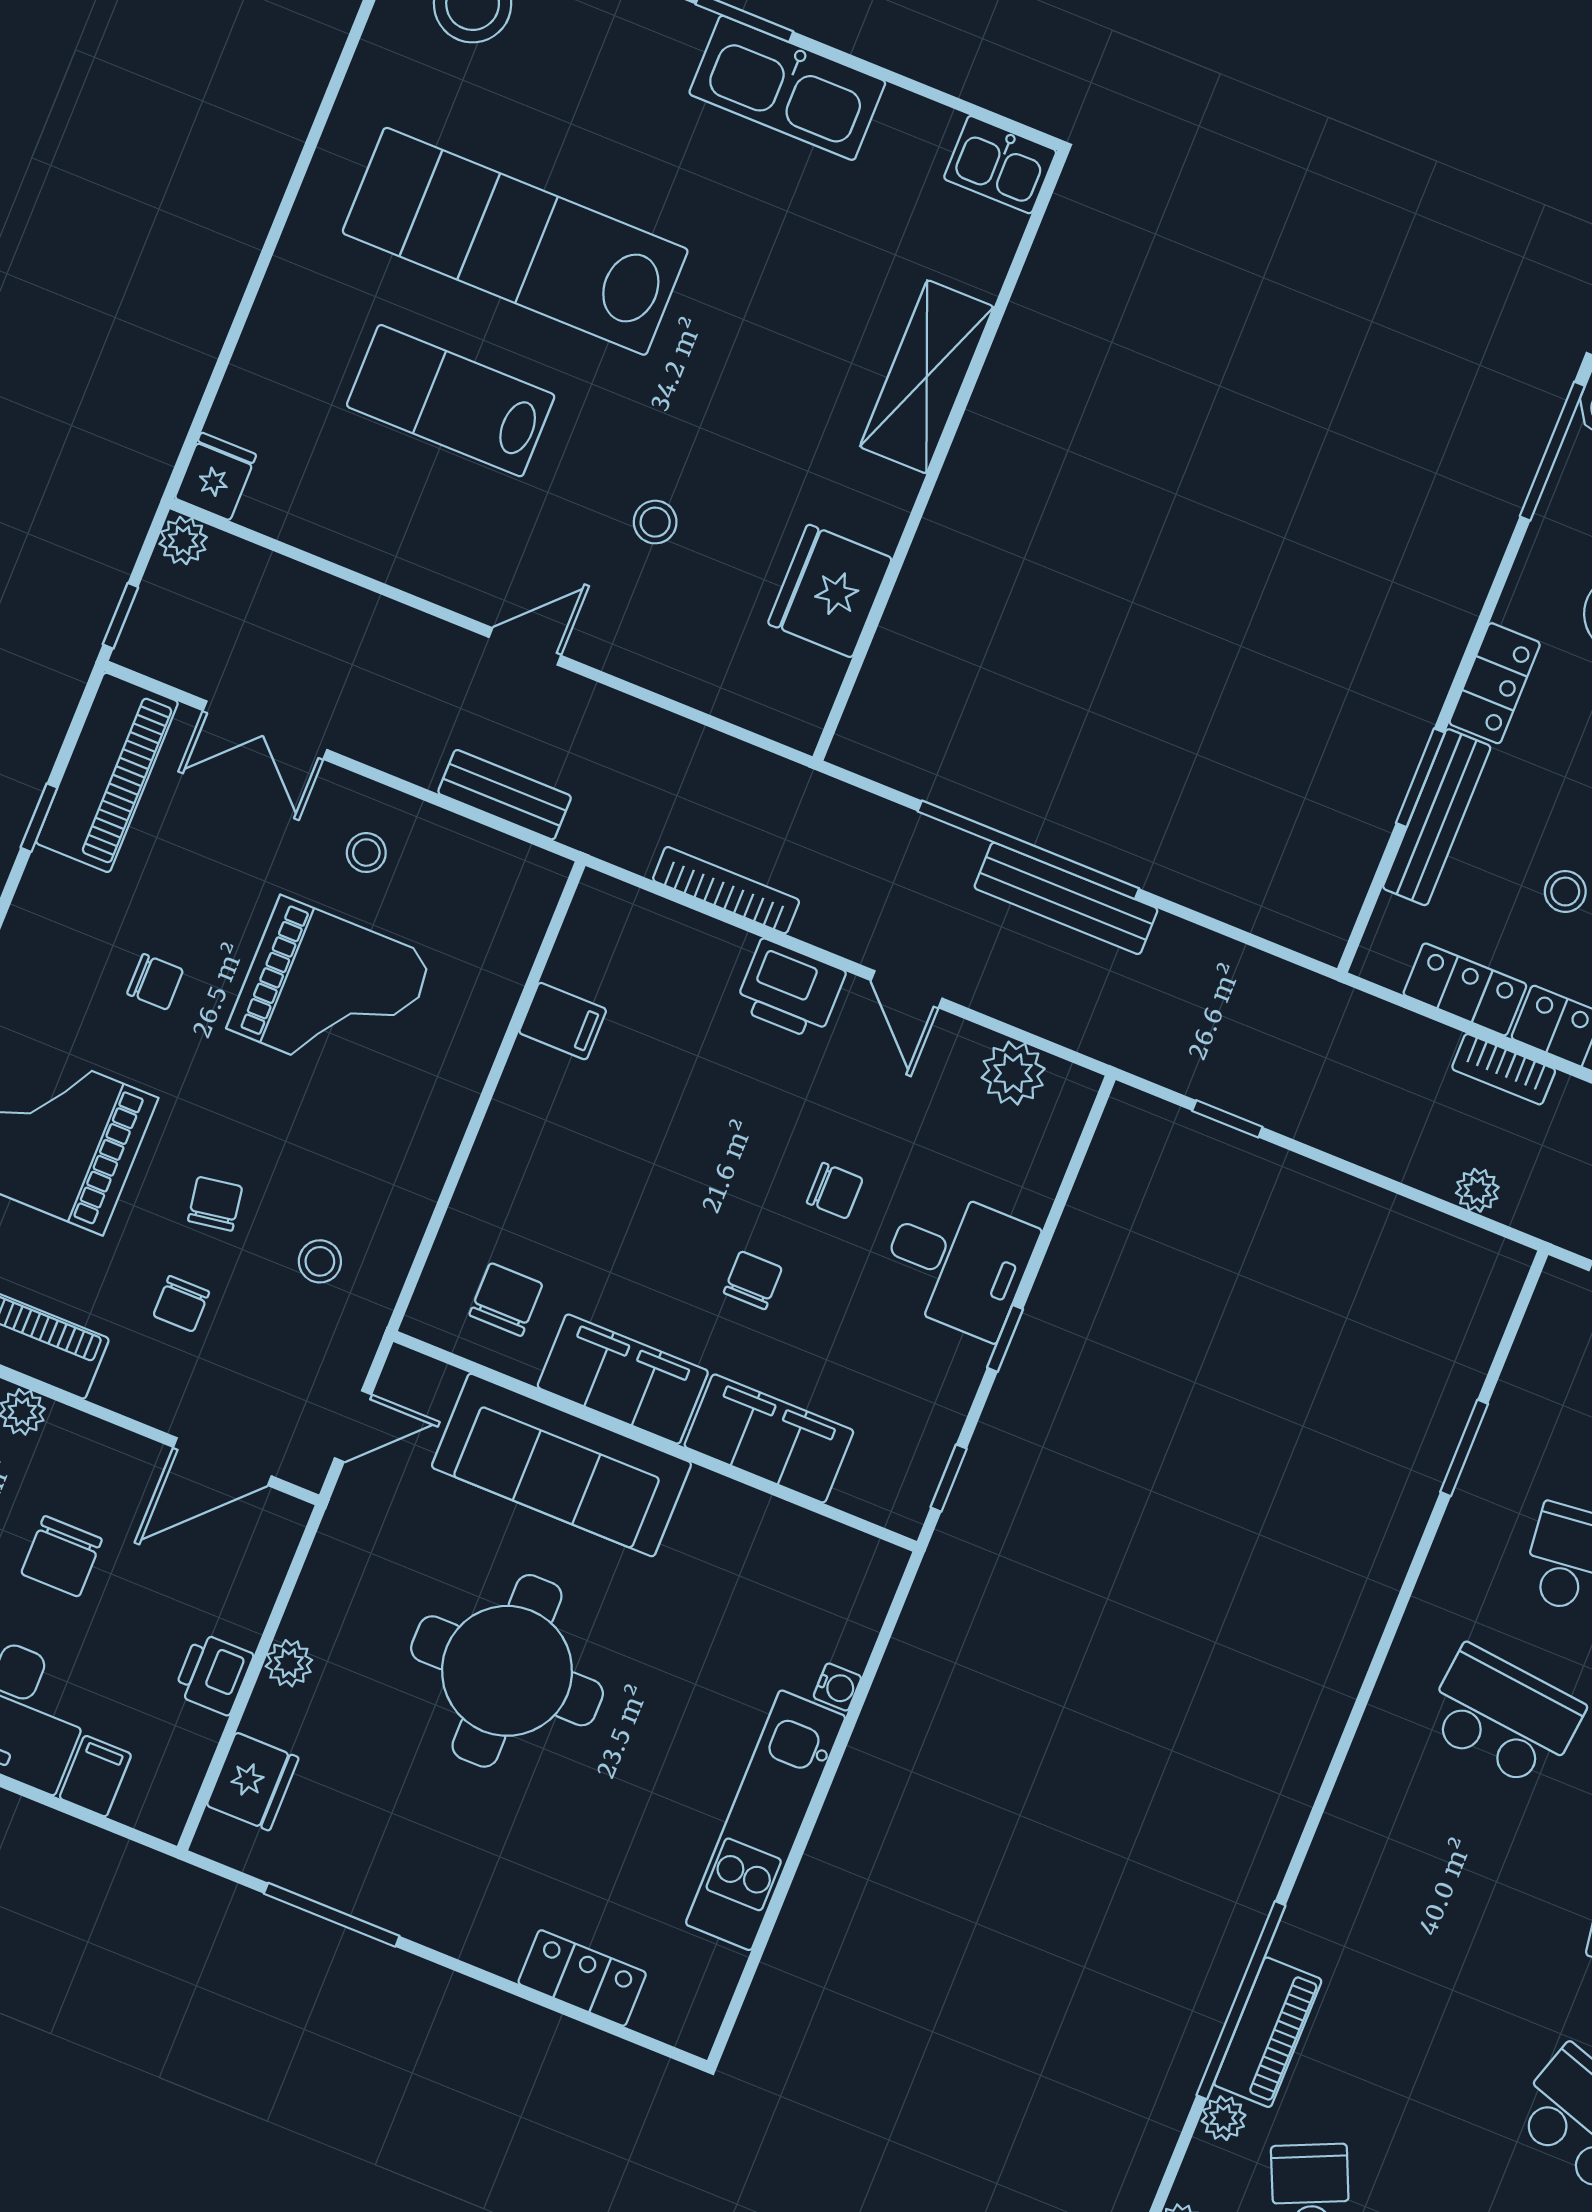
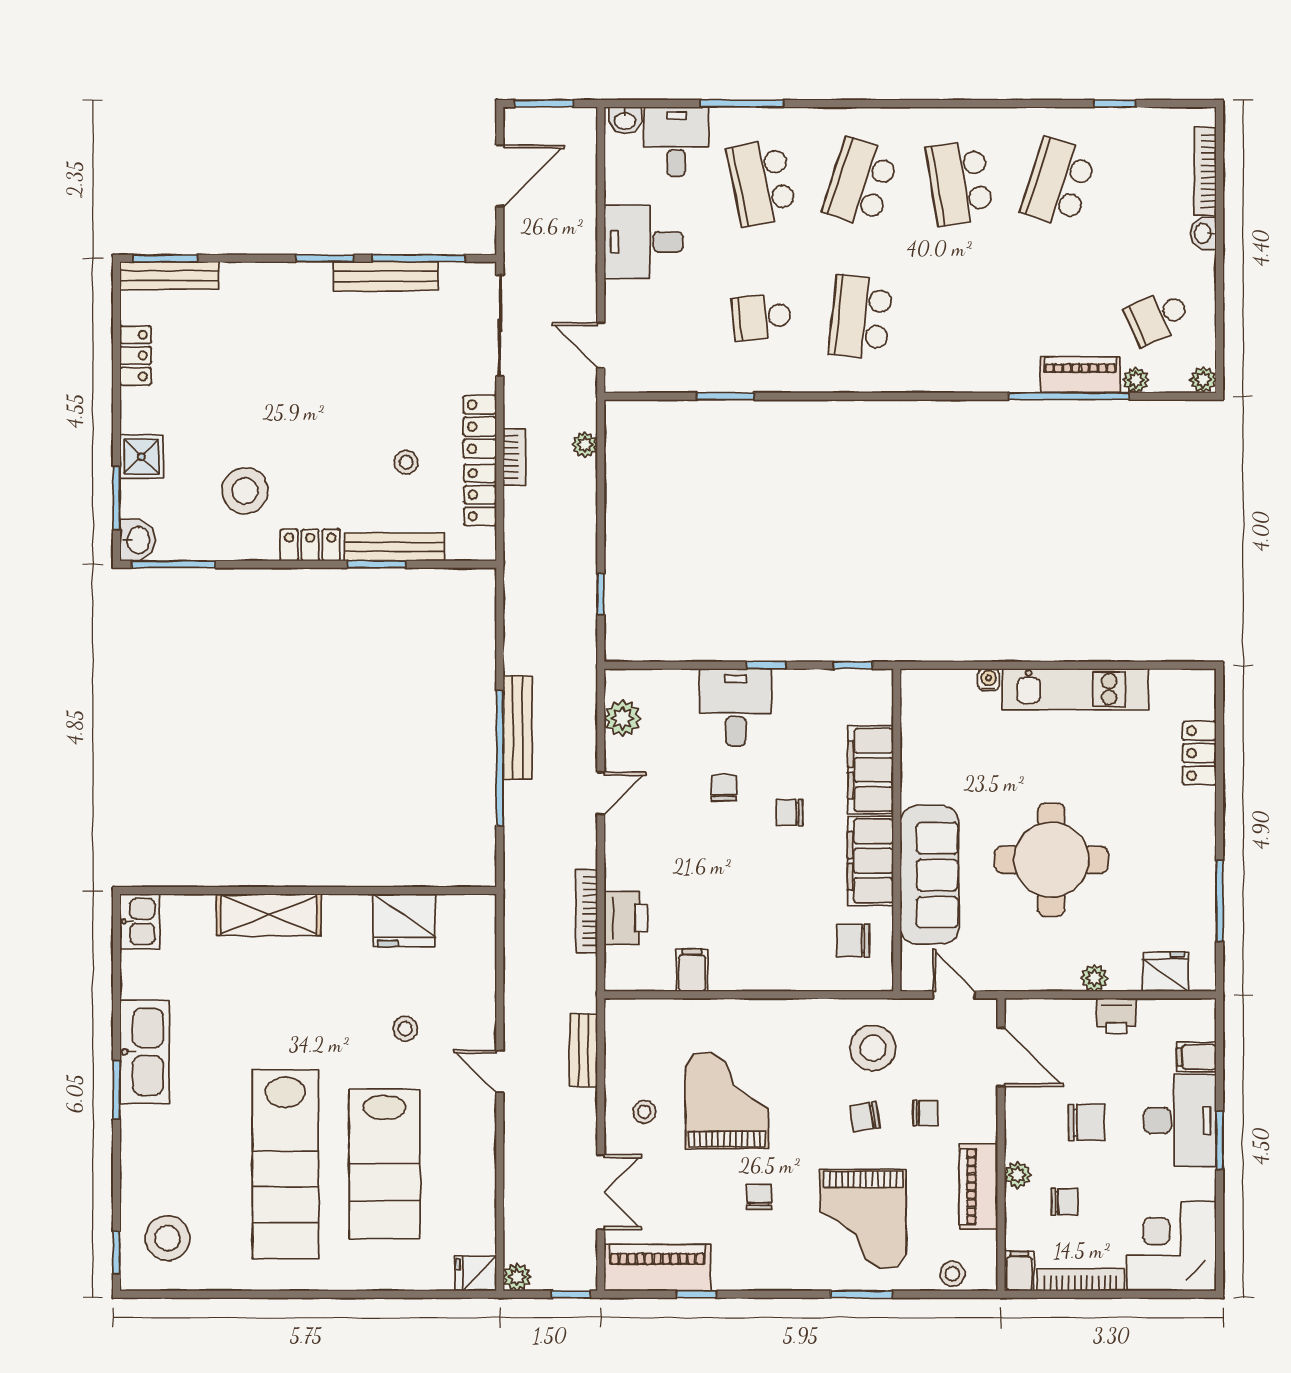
lab bench: (451, 401) -> (385, 1164), width x1.36, depth x1.39
printer: (790, 990) -> (626, 918), moved
stool: (320, 1261) -> (873, 1048), width x1.89, depth x1.89

